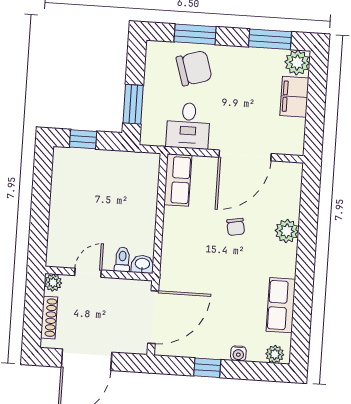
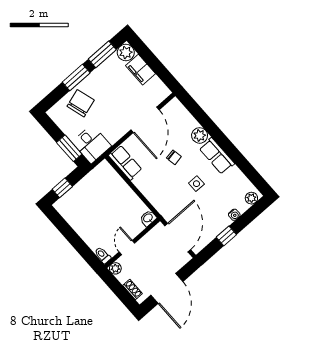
window: (195, 34) -> (76, 78), moved
desk: (188, 126) -> (92, 144), moved
toilet: (122, 259) -> (103, 255), moved
side table: (231, 279) -> (196, 184), added
row of seats: (281, 305) -> (217, 156), moved
shoe rack: (49, 318) -> (132, 290), width x0.70

